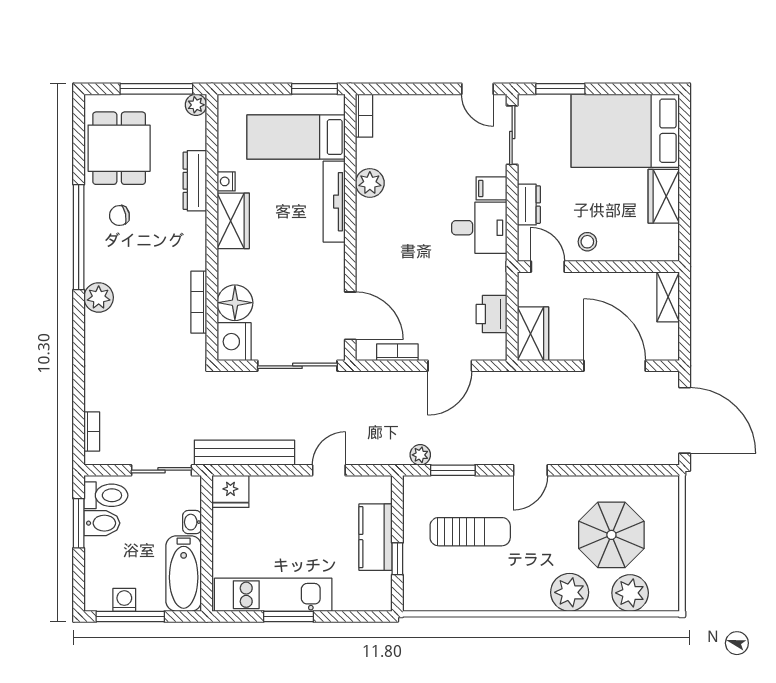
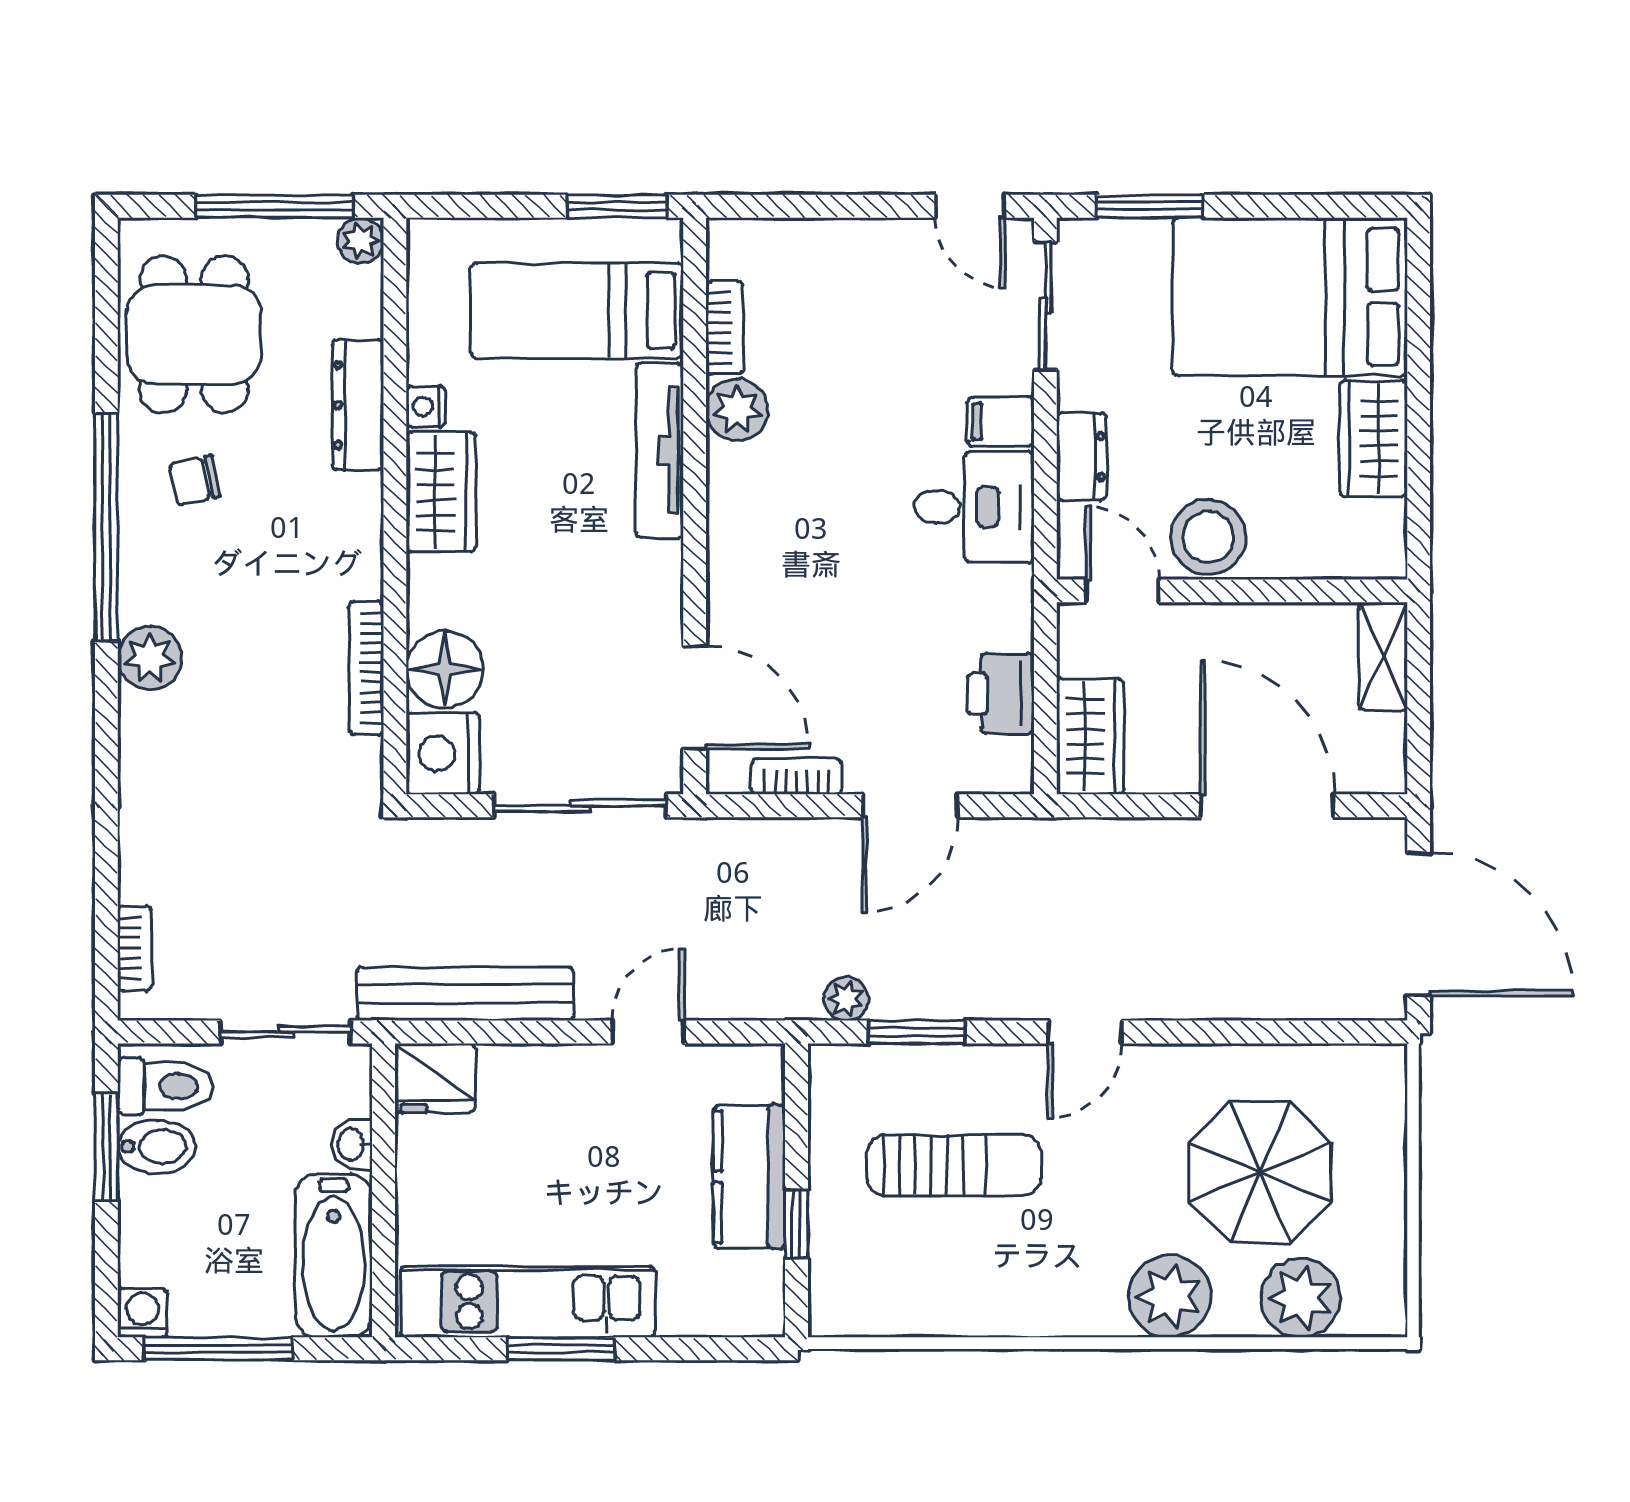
bookcase: (364, 116) -> (725, 328), moved
stool: (587, 242) -> (1208, 537), width x1.89, depth x1.89
washing machine: (124, 600) -> (142, 1313), moved

